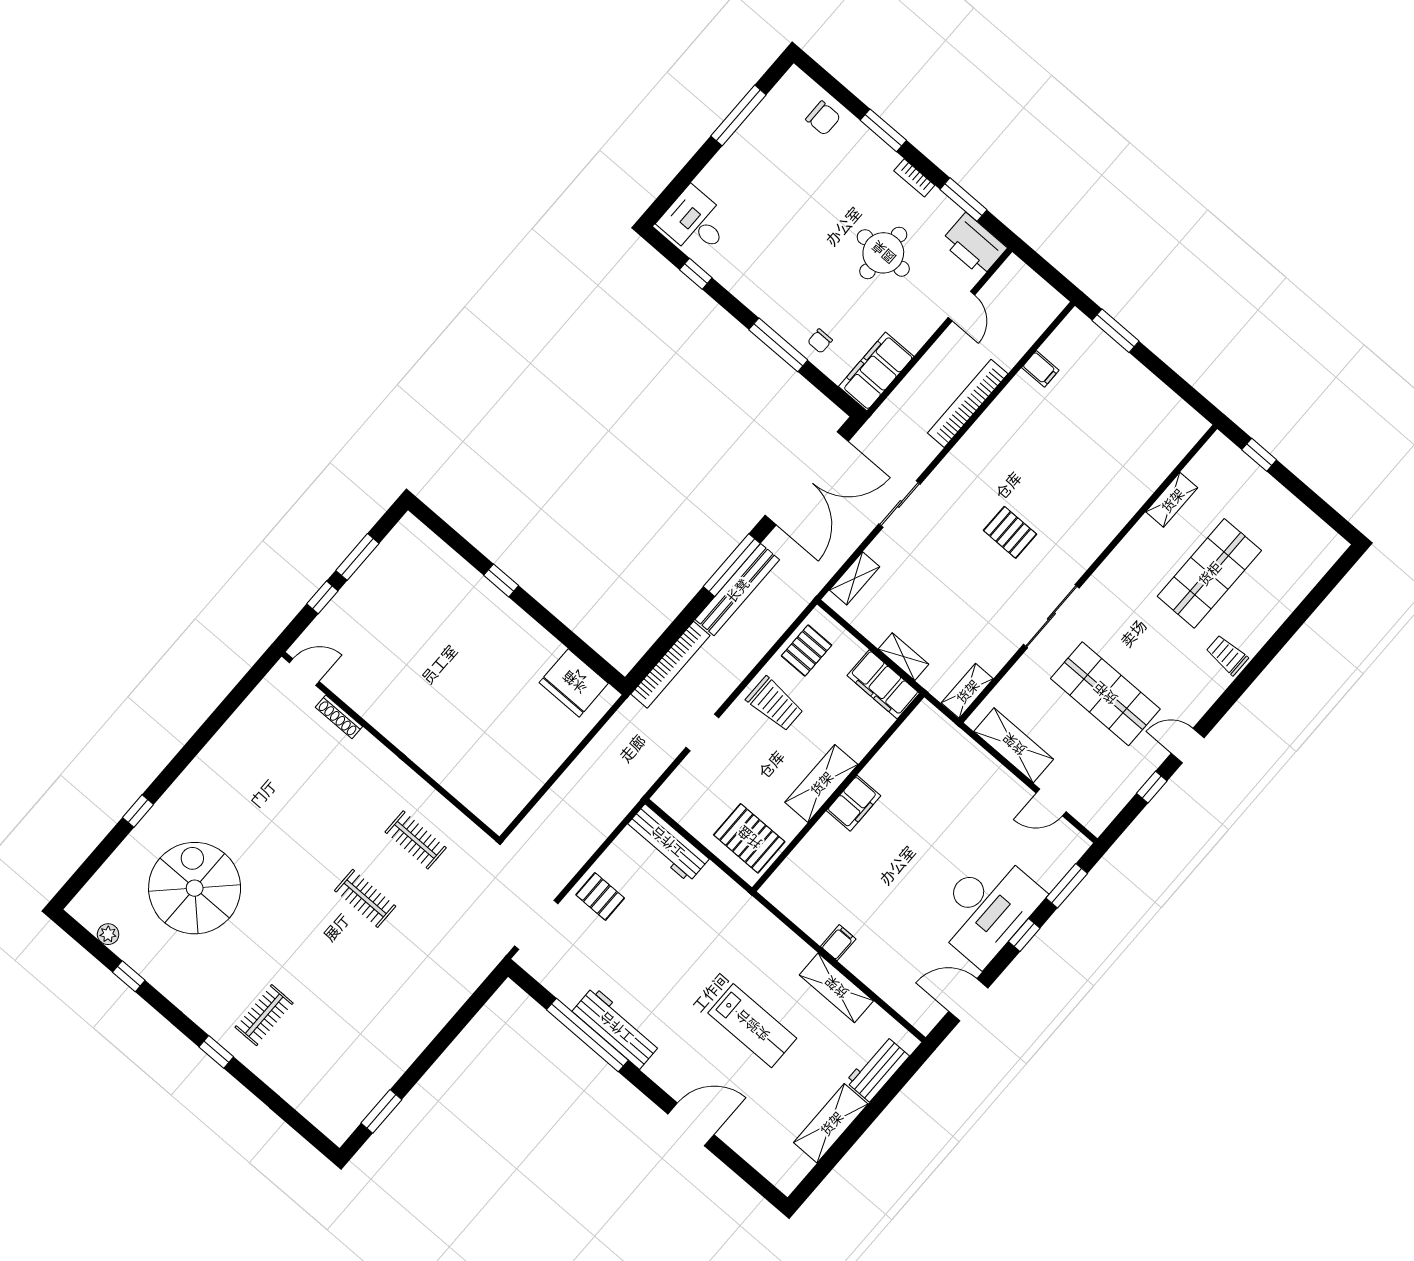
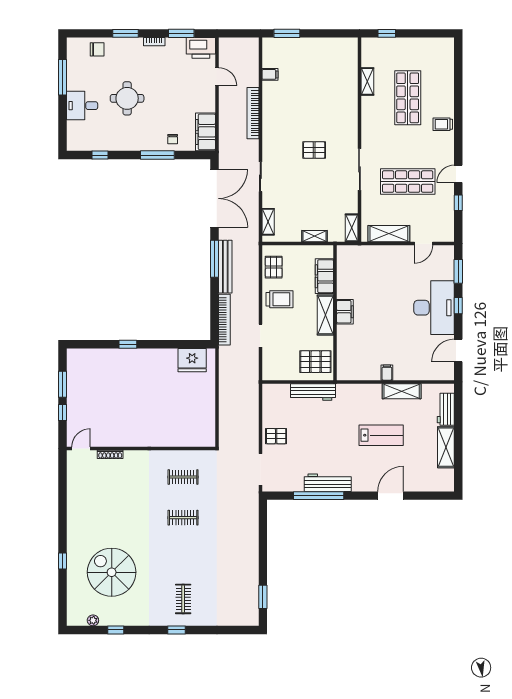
desk: (695, 222) -> (82, 106), moved
round table: (883, 253) -> (127, 98), moved
filing cabinet: (883, 684) -> (324, 276), moved, turned 90
workbench: (667, 843) -> (313, 392), moved

